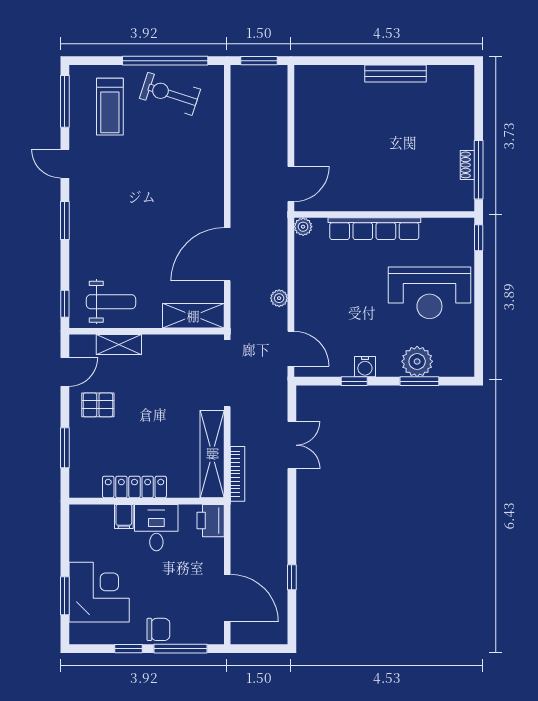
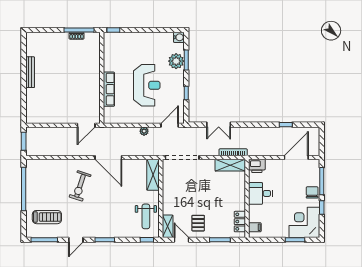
exercise bike: (170, 94) -> (80, 186), moved
door: (291, 184) -> (86, 125), swing flipped
plant: (303, 227) -> (108, 119), removed
row of seats: (374, 229) -> (109, 89), width x0.73
door: (227, 254) -> (108, 157), moved
reception desk: (429, 293) -> (147, 85), moved
weight bench: (111, 302) -> (146, 216), turned 180
shelving: (119, 345) -> (168, 226), moved
water cooler: (365, 367) -> (179, 37), moved
double door: (292, 445) -> (219, 125), swing flipped
shelving: (212, 454) -> (230, 165), width x0.68
locker: (134, 487) -> (240, 222), moved, width x0.66
filing cabinet: (124, 516) -> (255, 227), moved
corner desk: (99, 592) -> (304, 222), moved

